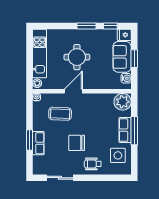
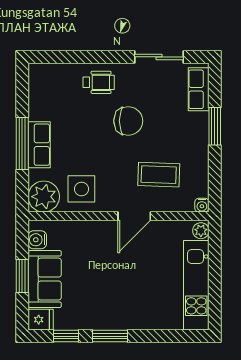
round table: (77, 57) -> (128, 279), removed
row of seats: (38, 143) -> (199, 89), moved
side table: (118, 155) -> (81, 189), moved

